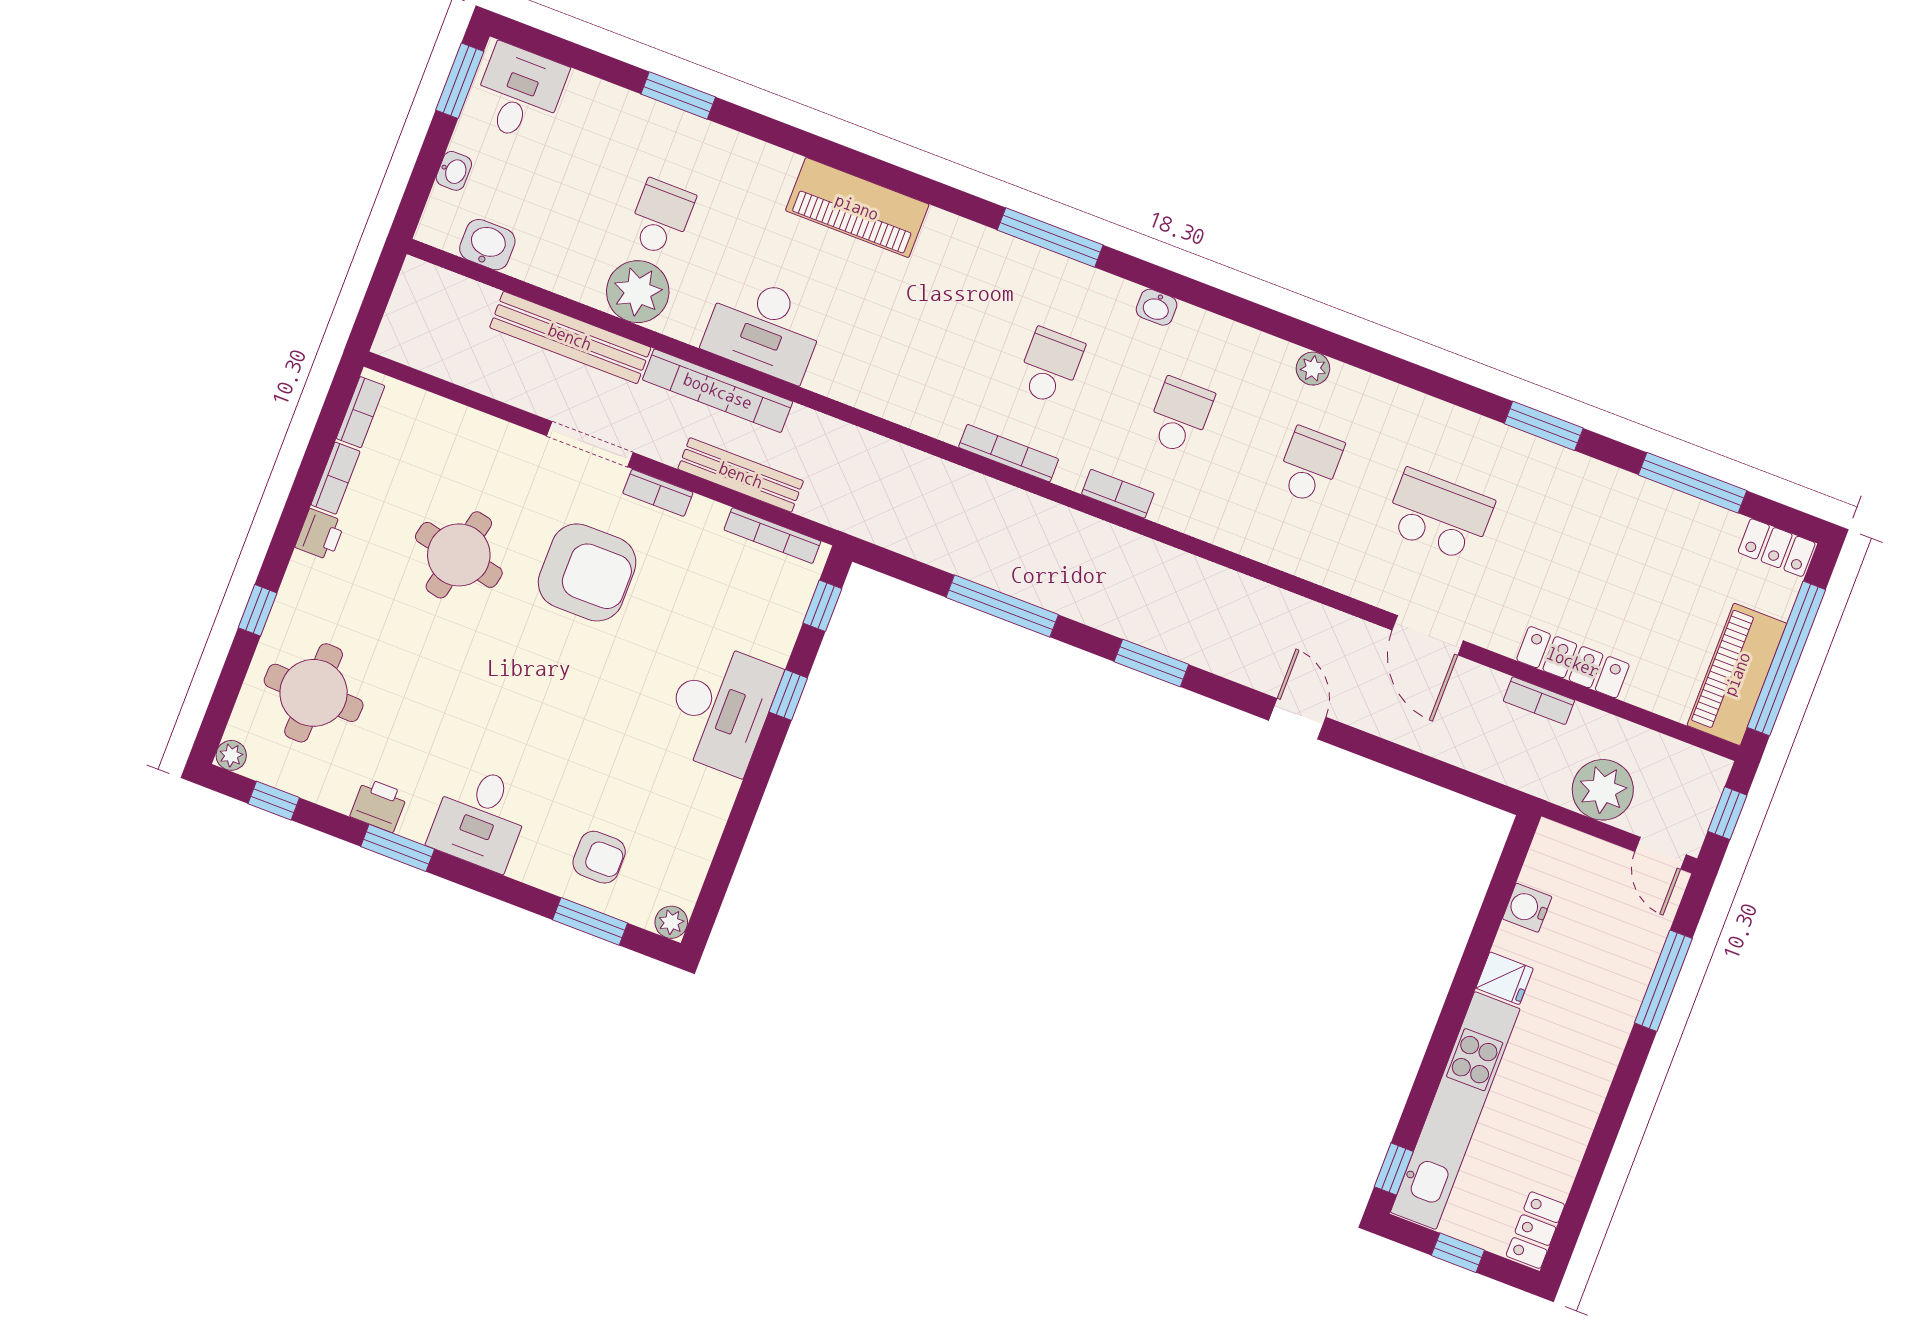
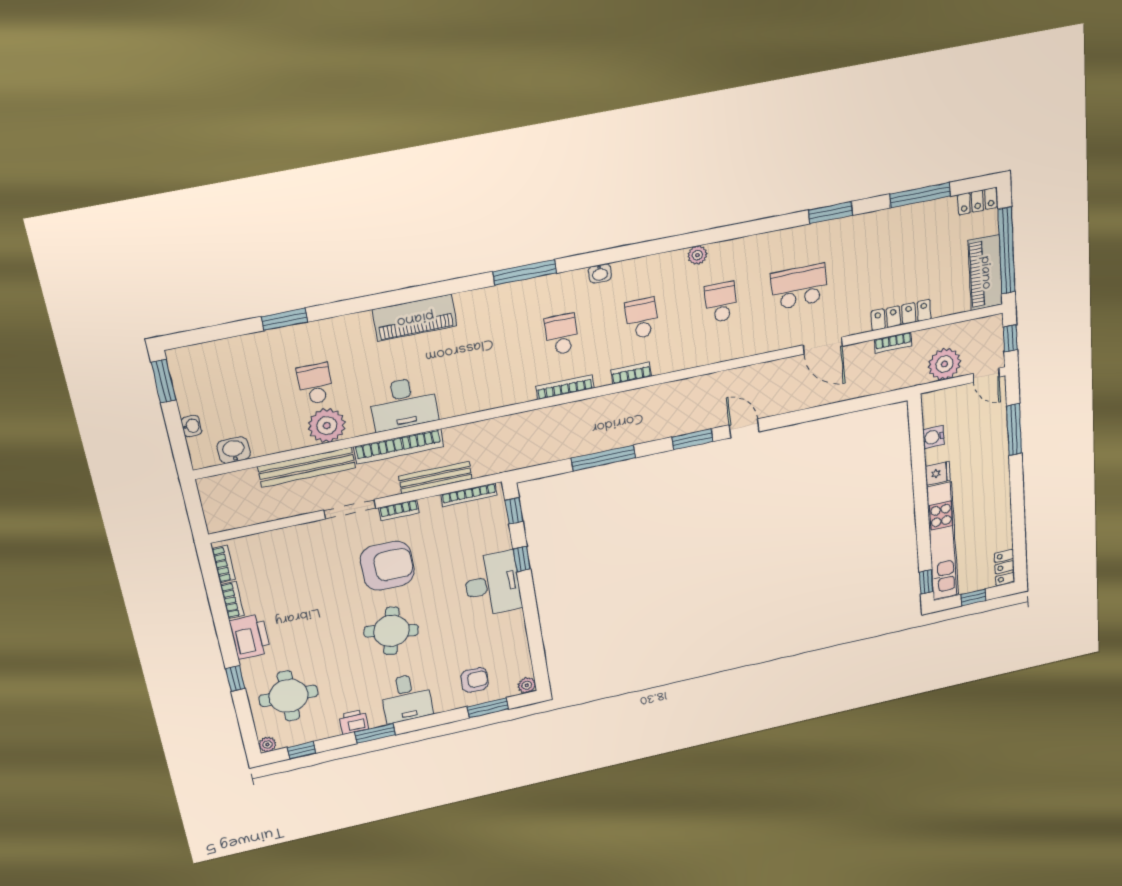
desk: (519, 93) -> (199, 368), removed
printer: (320, 535) -> (250, 637), width x1.87, depth x1.48
round table: (459, 555) -> (391, 631), moved
door: (1297, 719) -> (744, 428), moved

